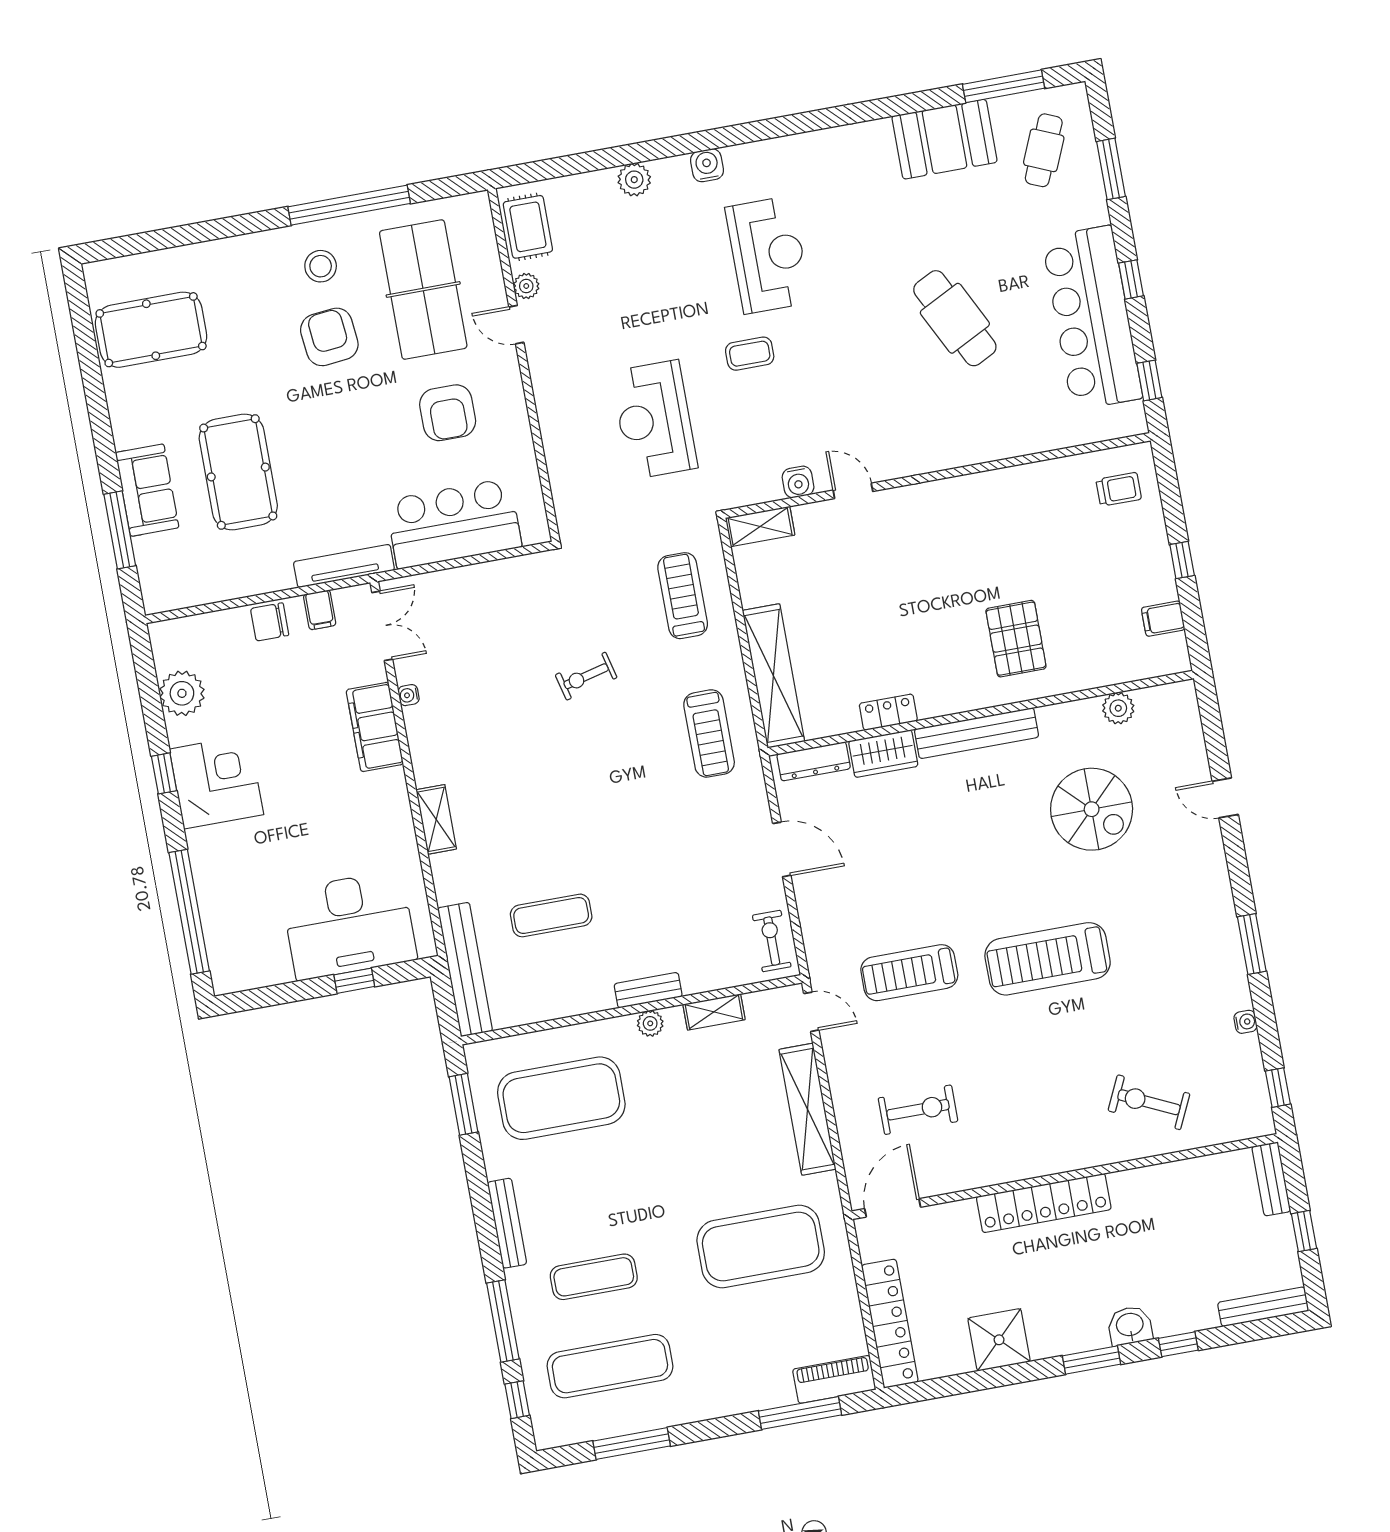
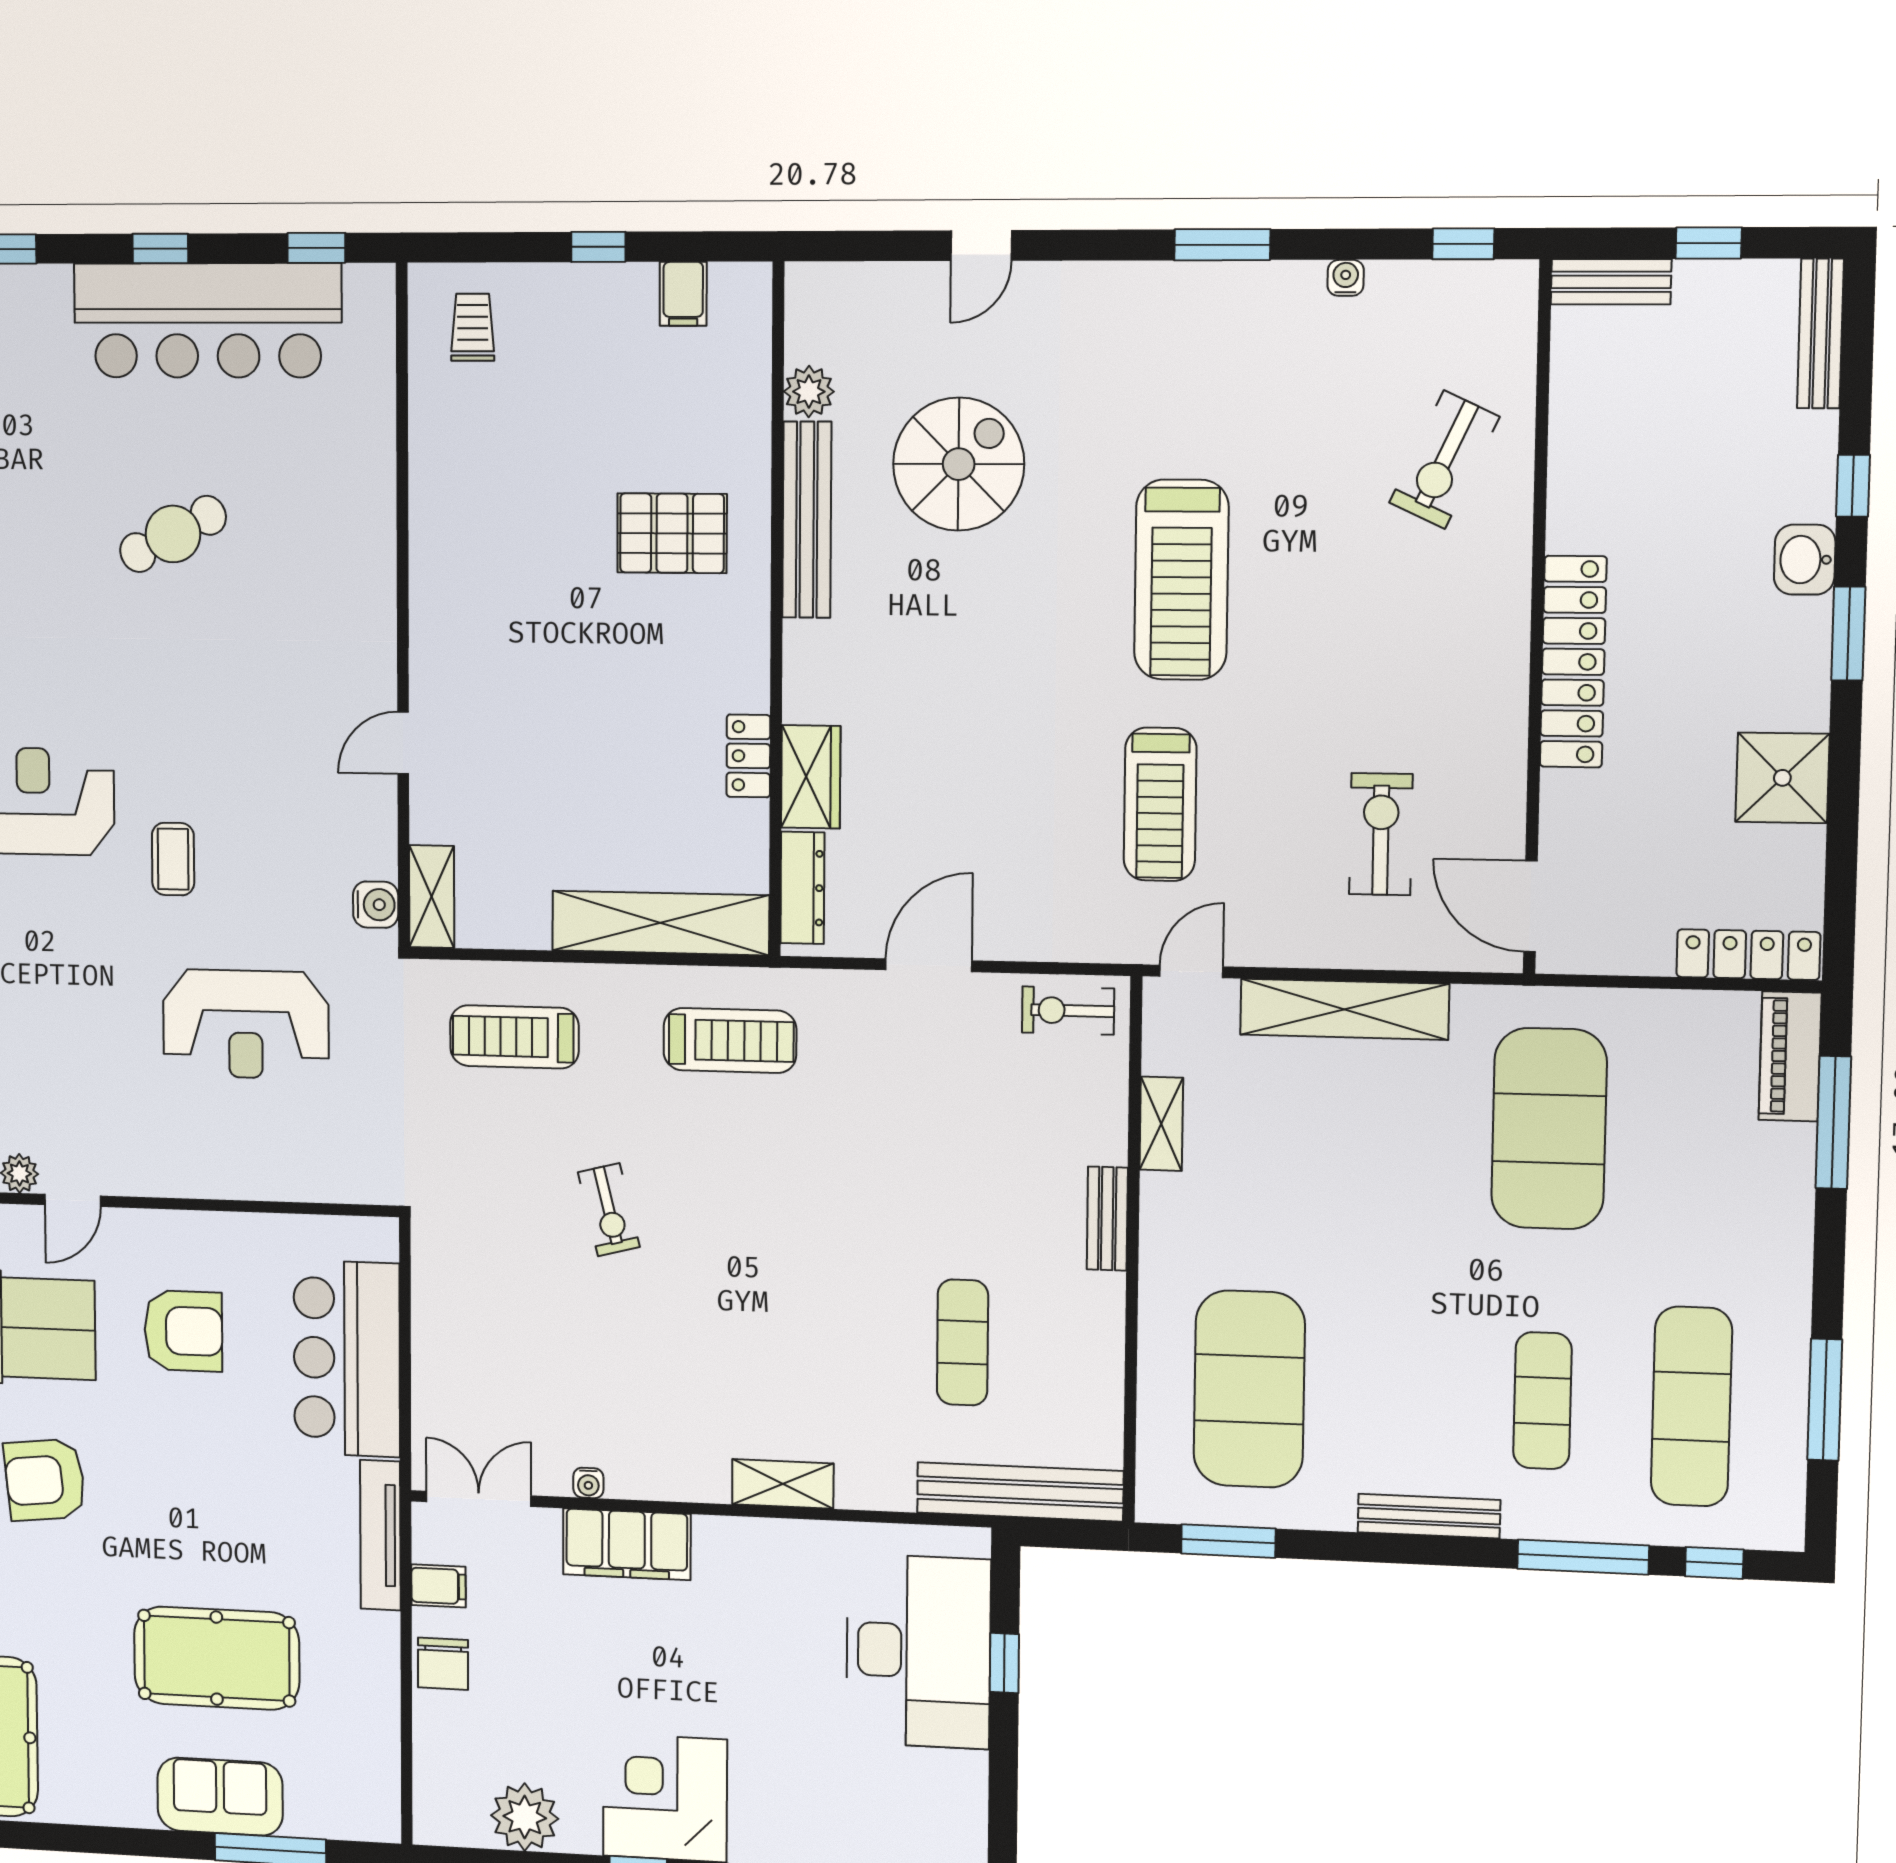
cafe table: (955, 318) -> (173, 534), width x0.73, depth x0.74
water cooler: (798, 482) -> (376, 905), moved
bench: (976, 733) -> (807, 520), moved
plant: (650, 1023) -> (1160, 1227), removed
locker: (890, 1324) -> (1748, 955), width x0.71, depth x0.83

